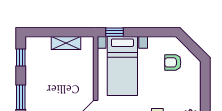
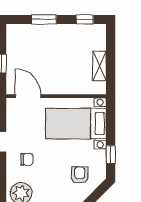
window: (114, 32) -> (111, 154), moved

